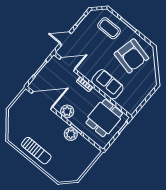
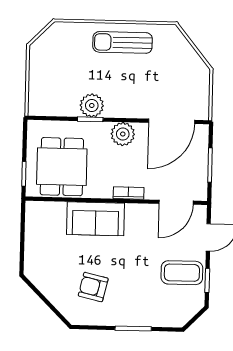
coffee table: (109, 28) -> (182, 273), moved
armchair: (131, 56) -> (93, 287), width x0.53, depth x0.53

